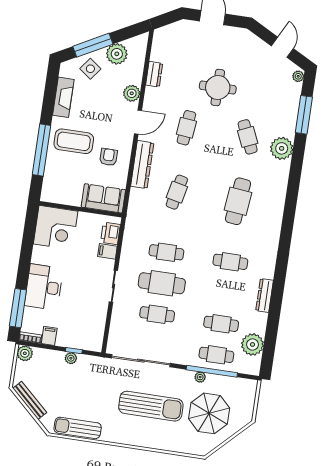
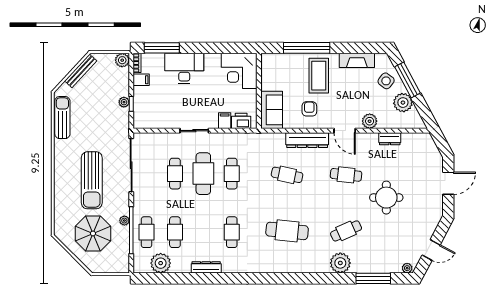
armchair: (109, 157) -> (309, 109), turned -90

